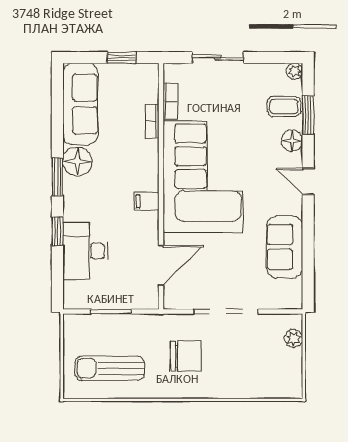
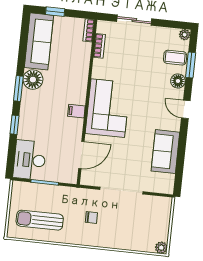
window: (122, 58) -> (55, 12), moved
bookcase: (152, 121) -> (89, 30), moved
corner sofa: (203, 177) -> (108, 108), width x0.73, depth x0.74
desk: (85, 251) -> (30, 160), moved
plant: (294, 338) -> (161, 248), moved
chair: (186, 356) -> (91, 218), width x0.54, depth x0.54

